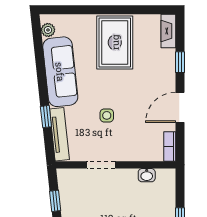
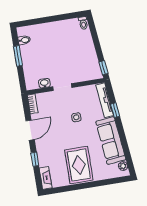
doorway: (101, 165) -> (62, 87), moved
window: (55, 201) -> (103, 68), moved

